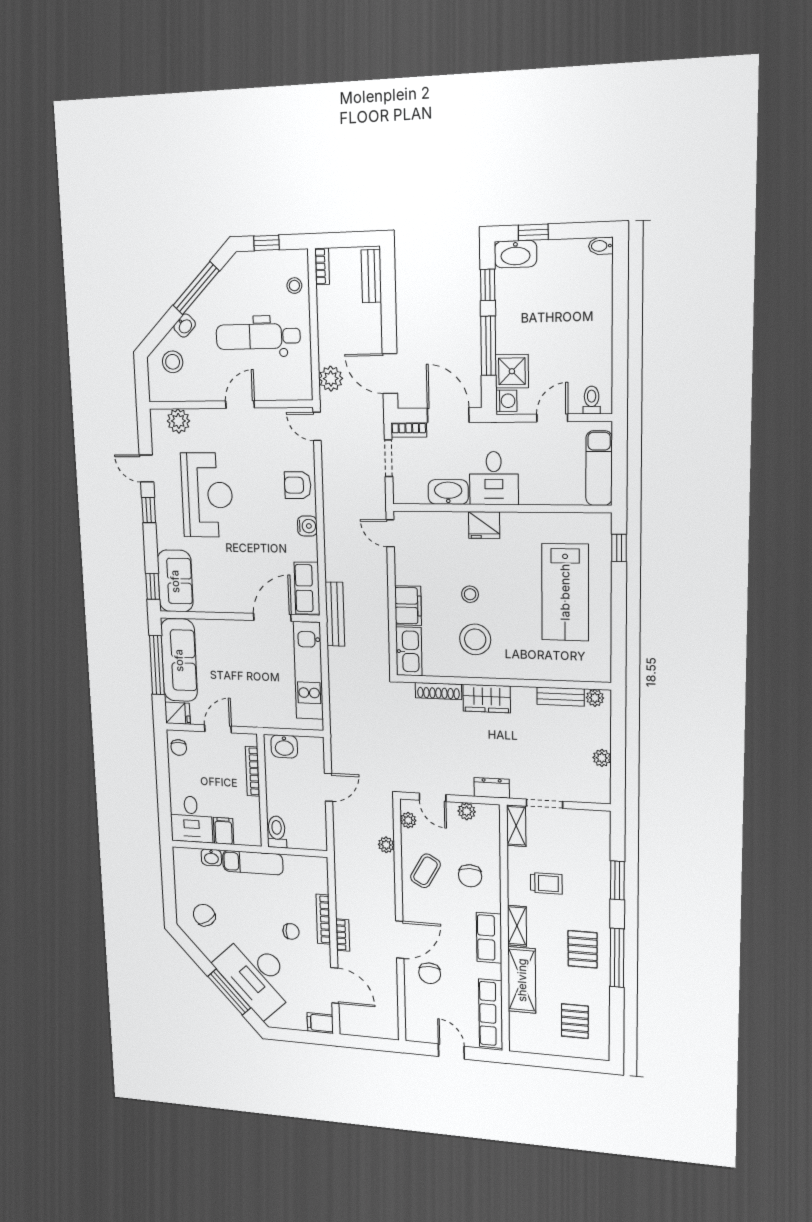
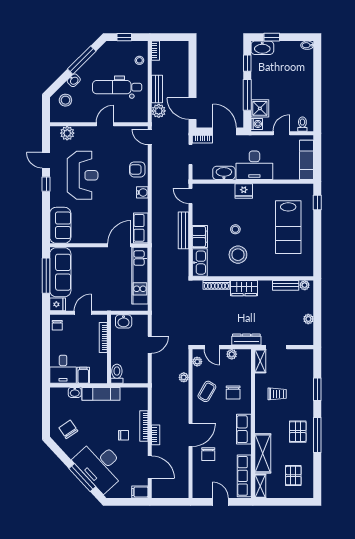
bench: (371, 276) -> (157, 89), moved
desk: (494, 478) -> (254, 165), width x1.37
window: (153, 586) -> (46, 229), removed
bench: (335, 614) -> (183, 230), moved
dresser: (492, 788) -> (246, 340), width x1.44
shelving: (517, 926) -> (260, 486), moved

